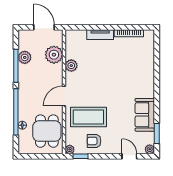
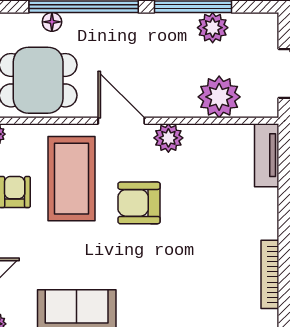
tv unit: (100, 35) -> (267, 155), moved
plant: (71, 66) -> (168, 138), moved
armchair: (99, 88) -> (139, 203), added

